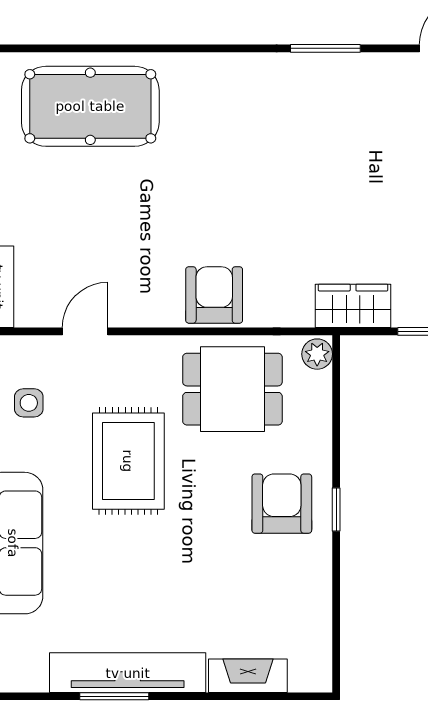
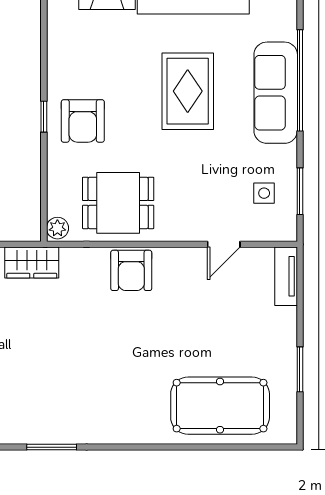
rug: (128, 461) -> (188, 91), moved

